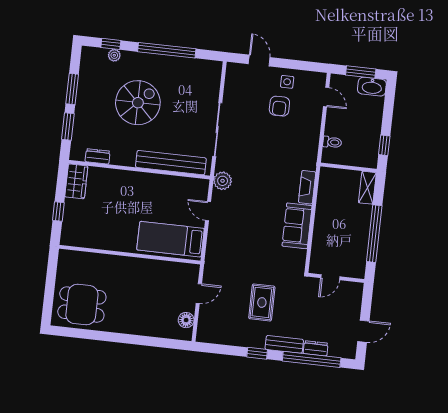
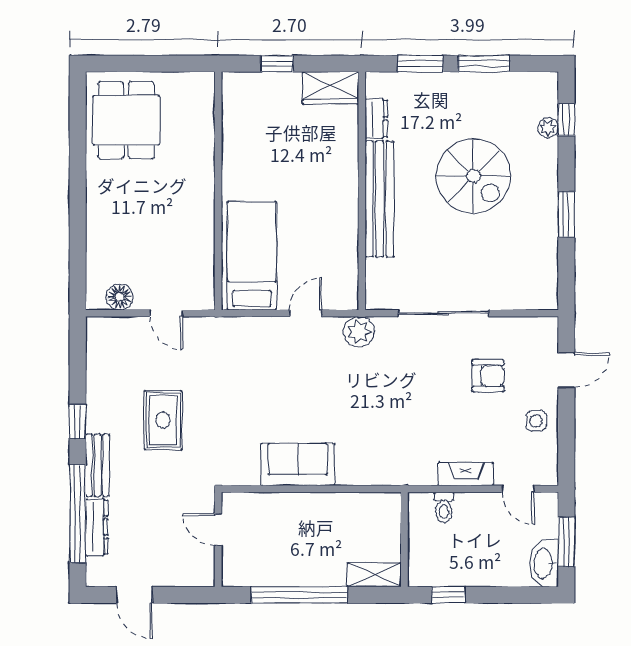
window: (167, 50) -> (566, 214), width x0.47
door: (326, 97) -> (518, 489), hinge flipped
armchair: (279, 106) -> (488, 376), moved, turned 180
bench: (171, 163) -> (380, 199), moved
fireplace: (307, 187) -> (466, 474), moved
rug: (262, 302) -> (163, 420), turned 90
dresser: (316, 348) -> (97, 527), width x1.44

